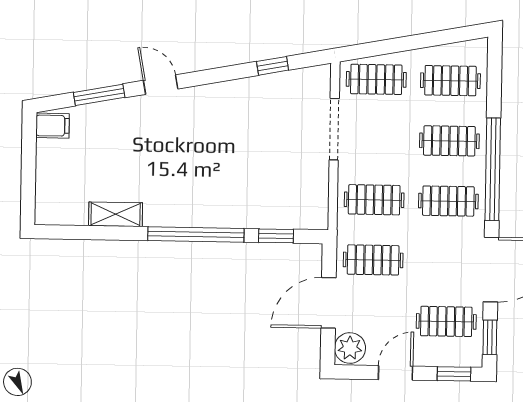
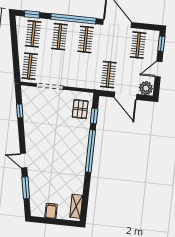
door: (161, 85) -> (24, 161), hinge flipped
filing cabinet: (53, 126) -> (51, 211), moved
clothes rail: (374, 200) -> (82, 72), removed
pallet: (289, 203) -> (80, 109), added
shelving: (116, 214) -> (76, 206), moved
window: (490, 337) -> (32, 14), moved
door: (396, 373) -> (159, 69), hinge flipped

